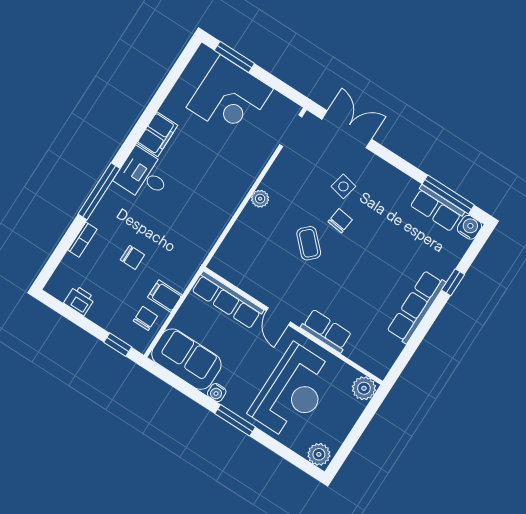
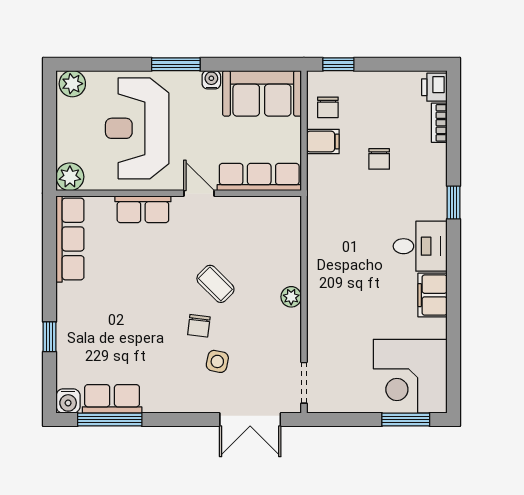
corner desk: (230, 98) -> (410, 376), moved, turned -90
window: (99, 191) -> (454, 203), width x0.46
bookcase: (82, 240) -> (439, 123), moved
chair: (132, 257) -> (379, 159), turned -90
printer: (79, 300) -> (434, 87), moved, turned 90
row of seats: (416, 307) -> (70, 239), moved

